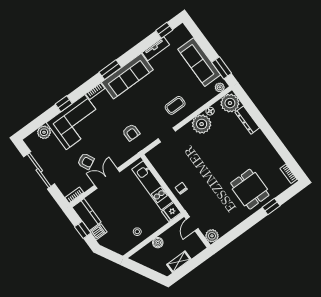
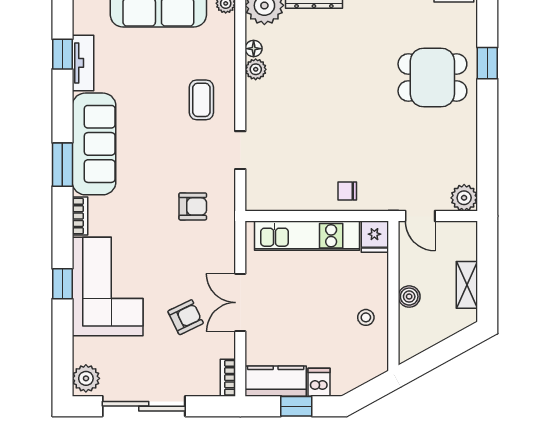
window: (164, 30) -> (62, 54), moved
plant: (202, 124) -> (256, 69), width x0.53, depth x0.53
plant: (44, 132) -> (86, 378), moved

